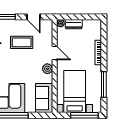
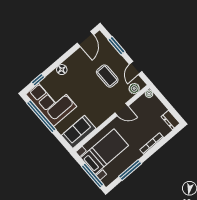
dresser: (74, 24) -> (170, 120), moved
door: (55, 53) -> (121, 109), hinge flipped
plant: (47, 69) -> (134, 88), moved

